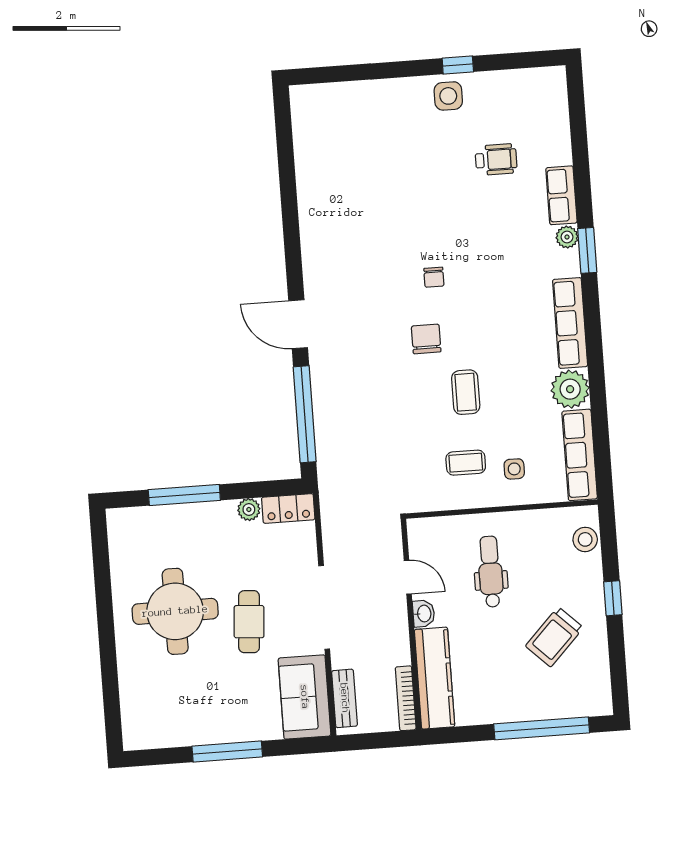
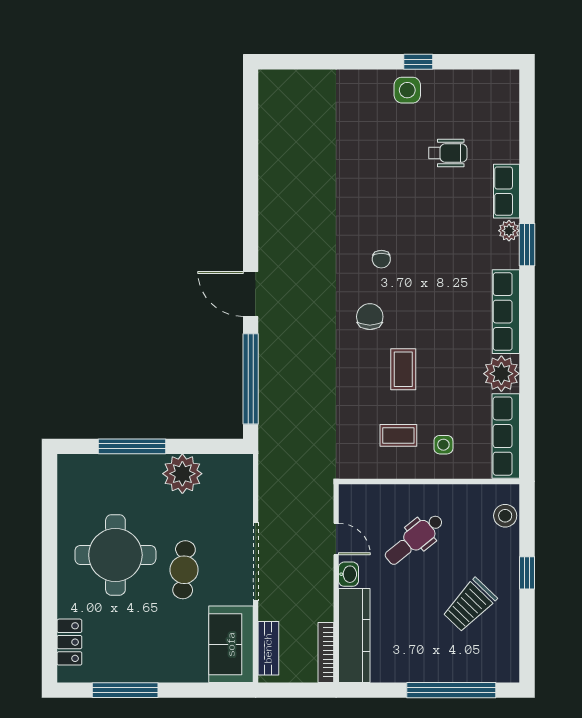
locker: (288, 508) -> (69, 642), moved, turned -90
plant: (249, 509) -> (182, 474), width x1.88, depth x1.88
dental chair: (491, 572) -> (414, 539), turned -129
window: (227, 752) -> (125, 690), moved

